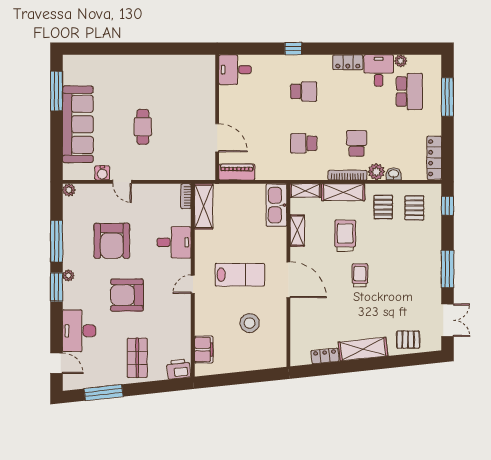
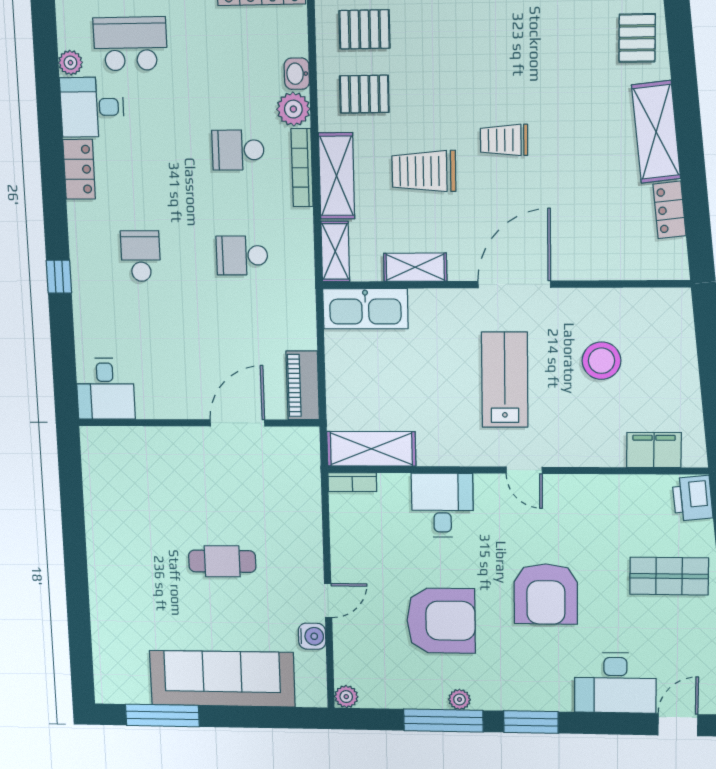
school desk: (304, 143) -> (242, 255), turned 90
plant: (68, 275) -> (460, 699), moved

